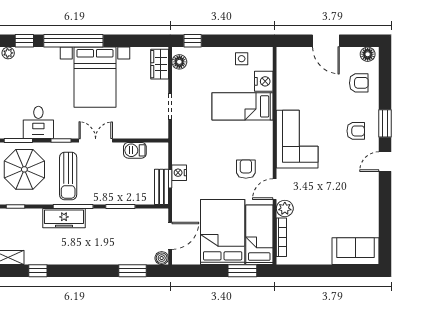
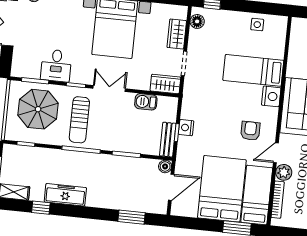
wardrobe: (160, 64) -> (177, 34), moved
nightstand: (264, 81) -> (271, 96), moved
wardrobe: (153, 130) -> (165, 84), added
freezer: (64, 218) -> (65, 195), moved, turned 180
boiler: (162, 258) -> (165, 166), moved

